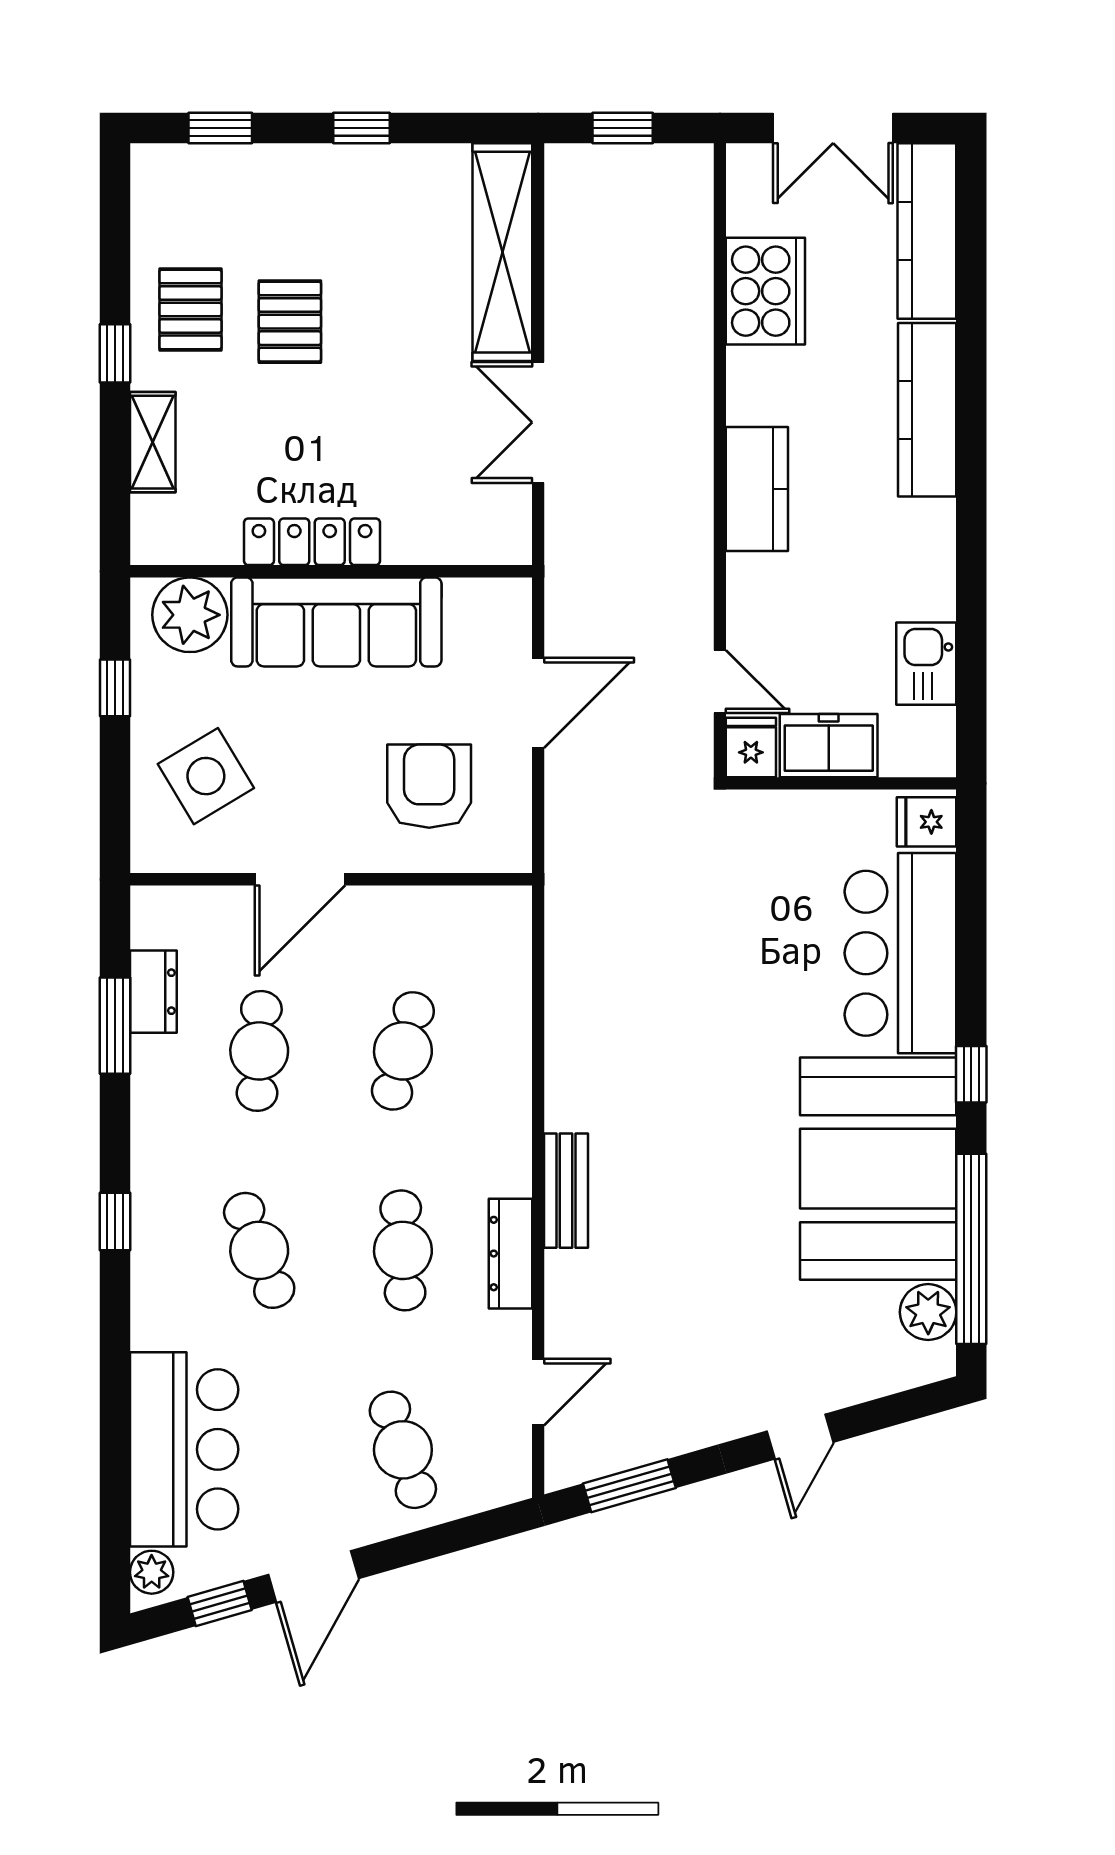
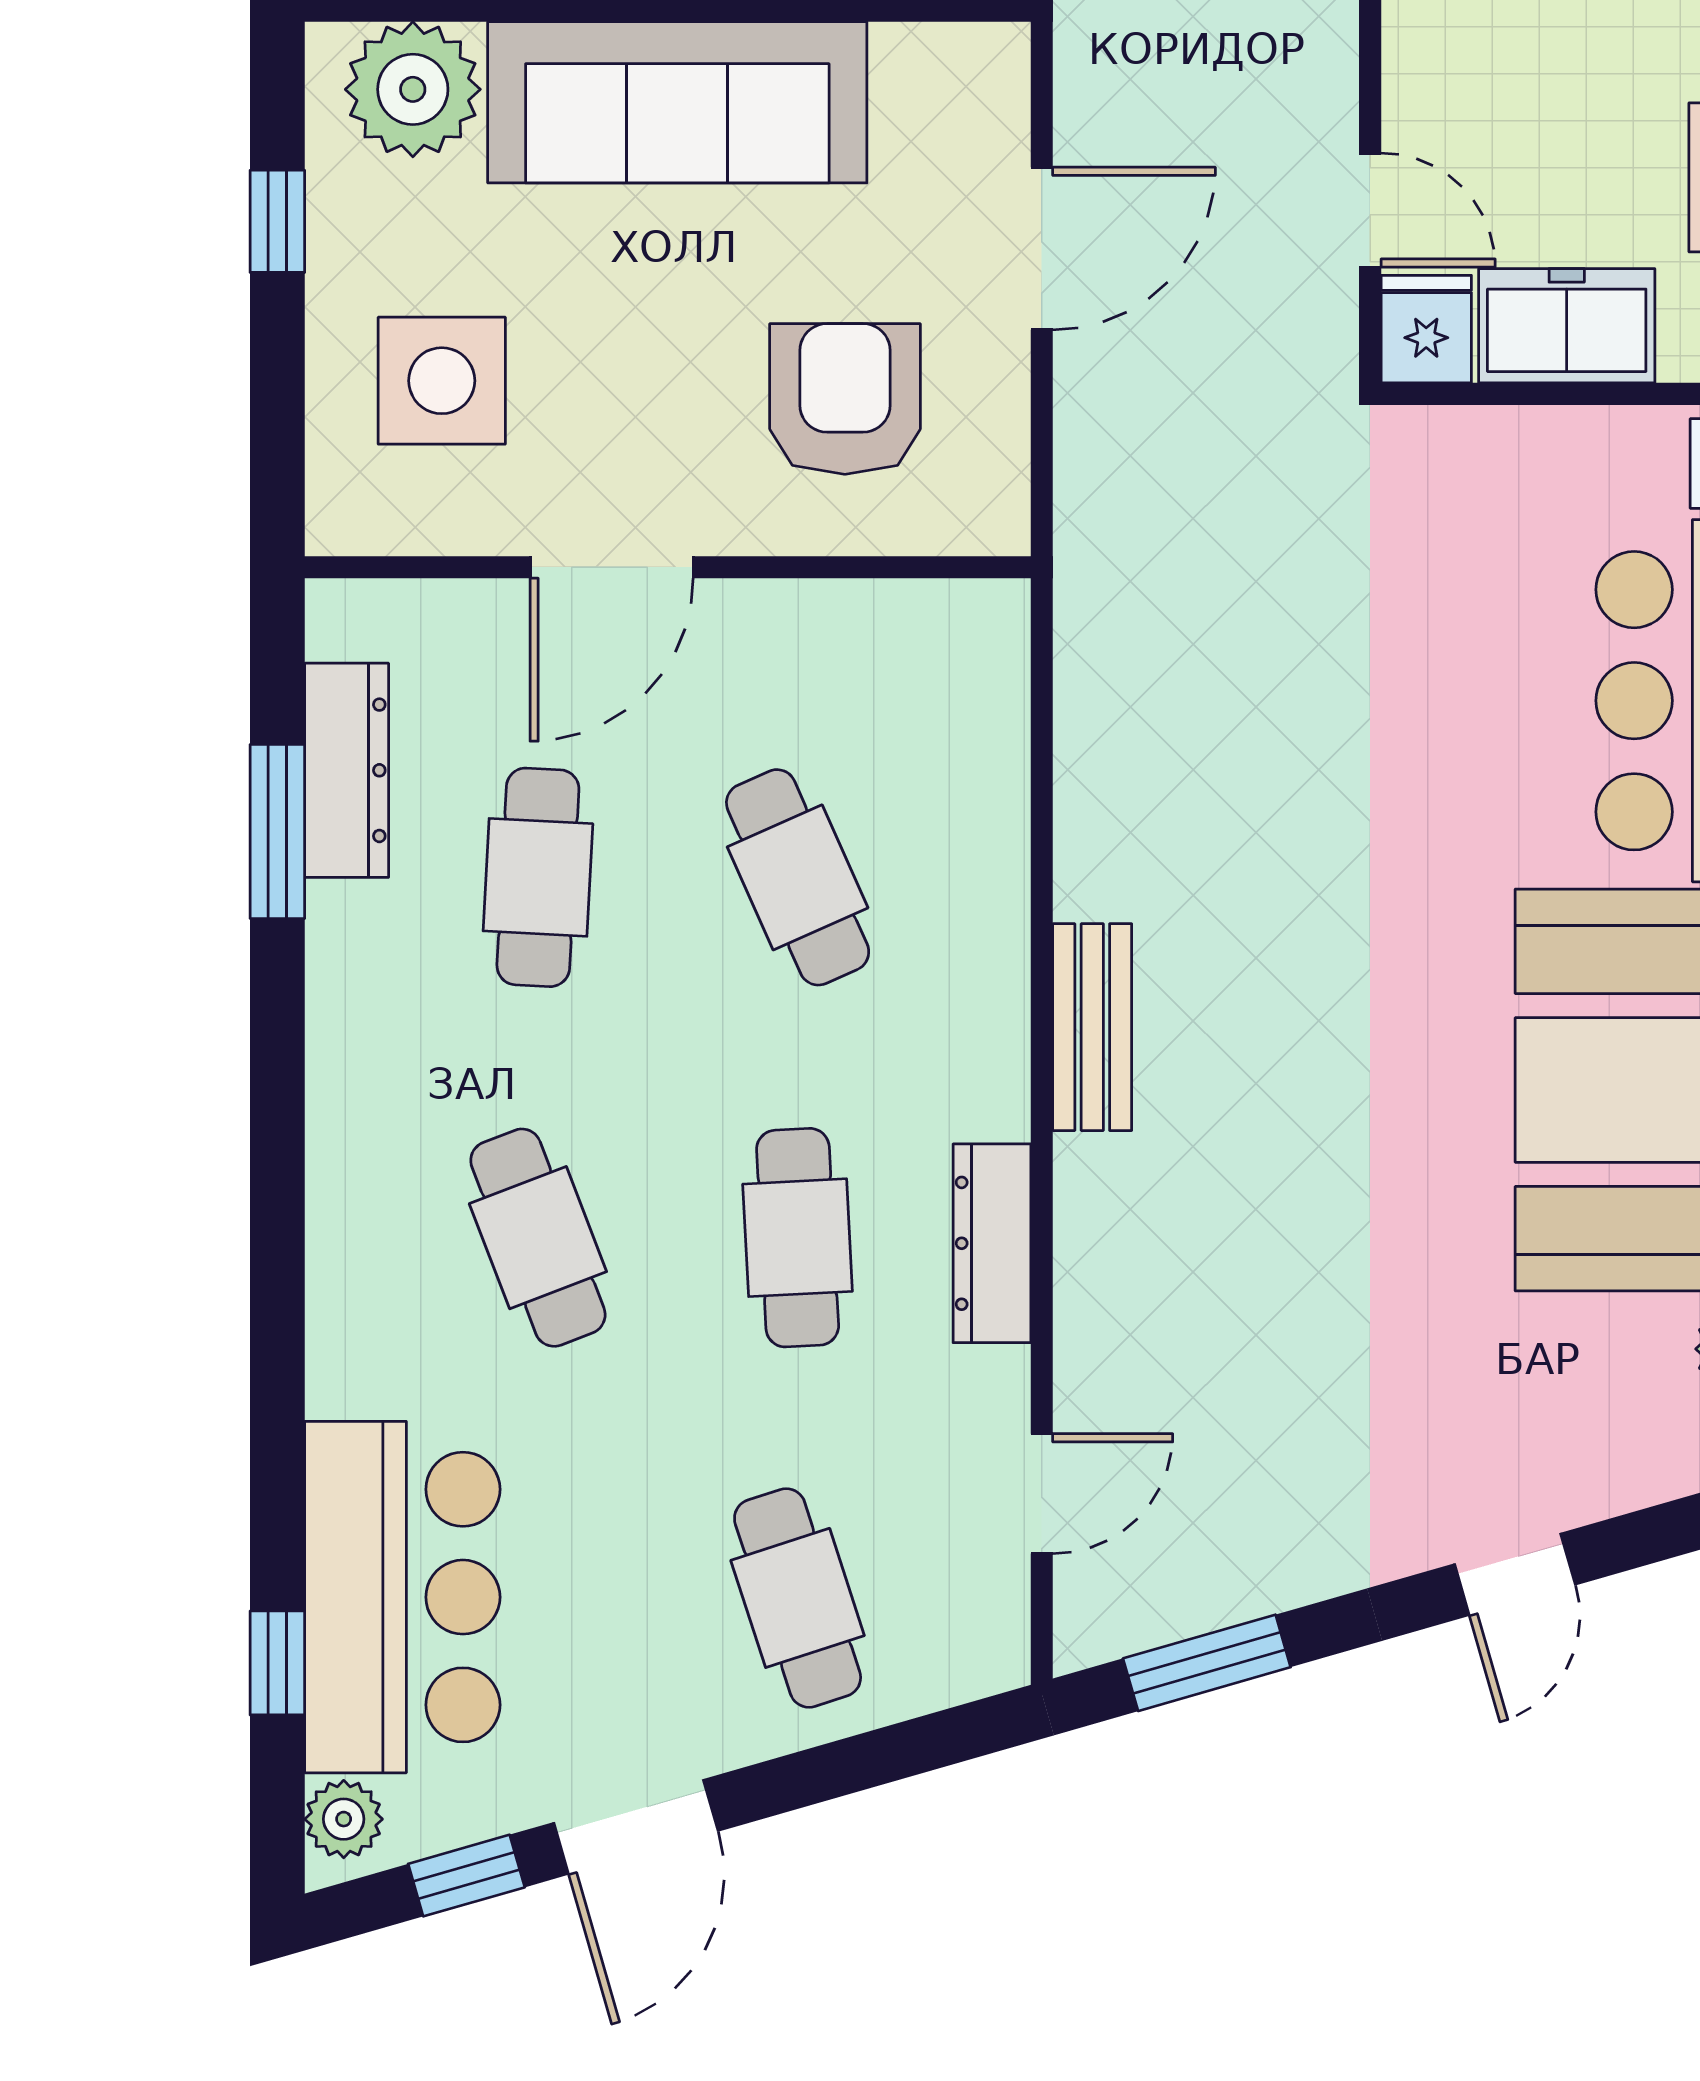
side table: (206, 776) -> (442, 381), turned 31
dresser: (153, 992) -> (347, 770), width x1.44
cafe table: (403, 1051) -> (798, 877), turned -39
bench: (566, 1191) -> (1092, 1027), moved
window: (115, 1221) -> (277, 1663), moved

